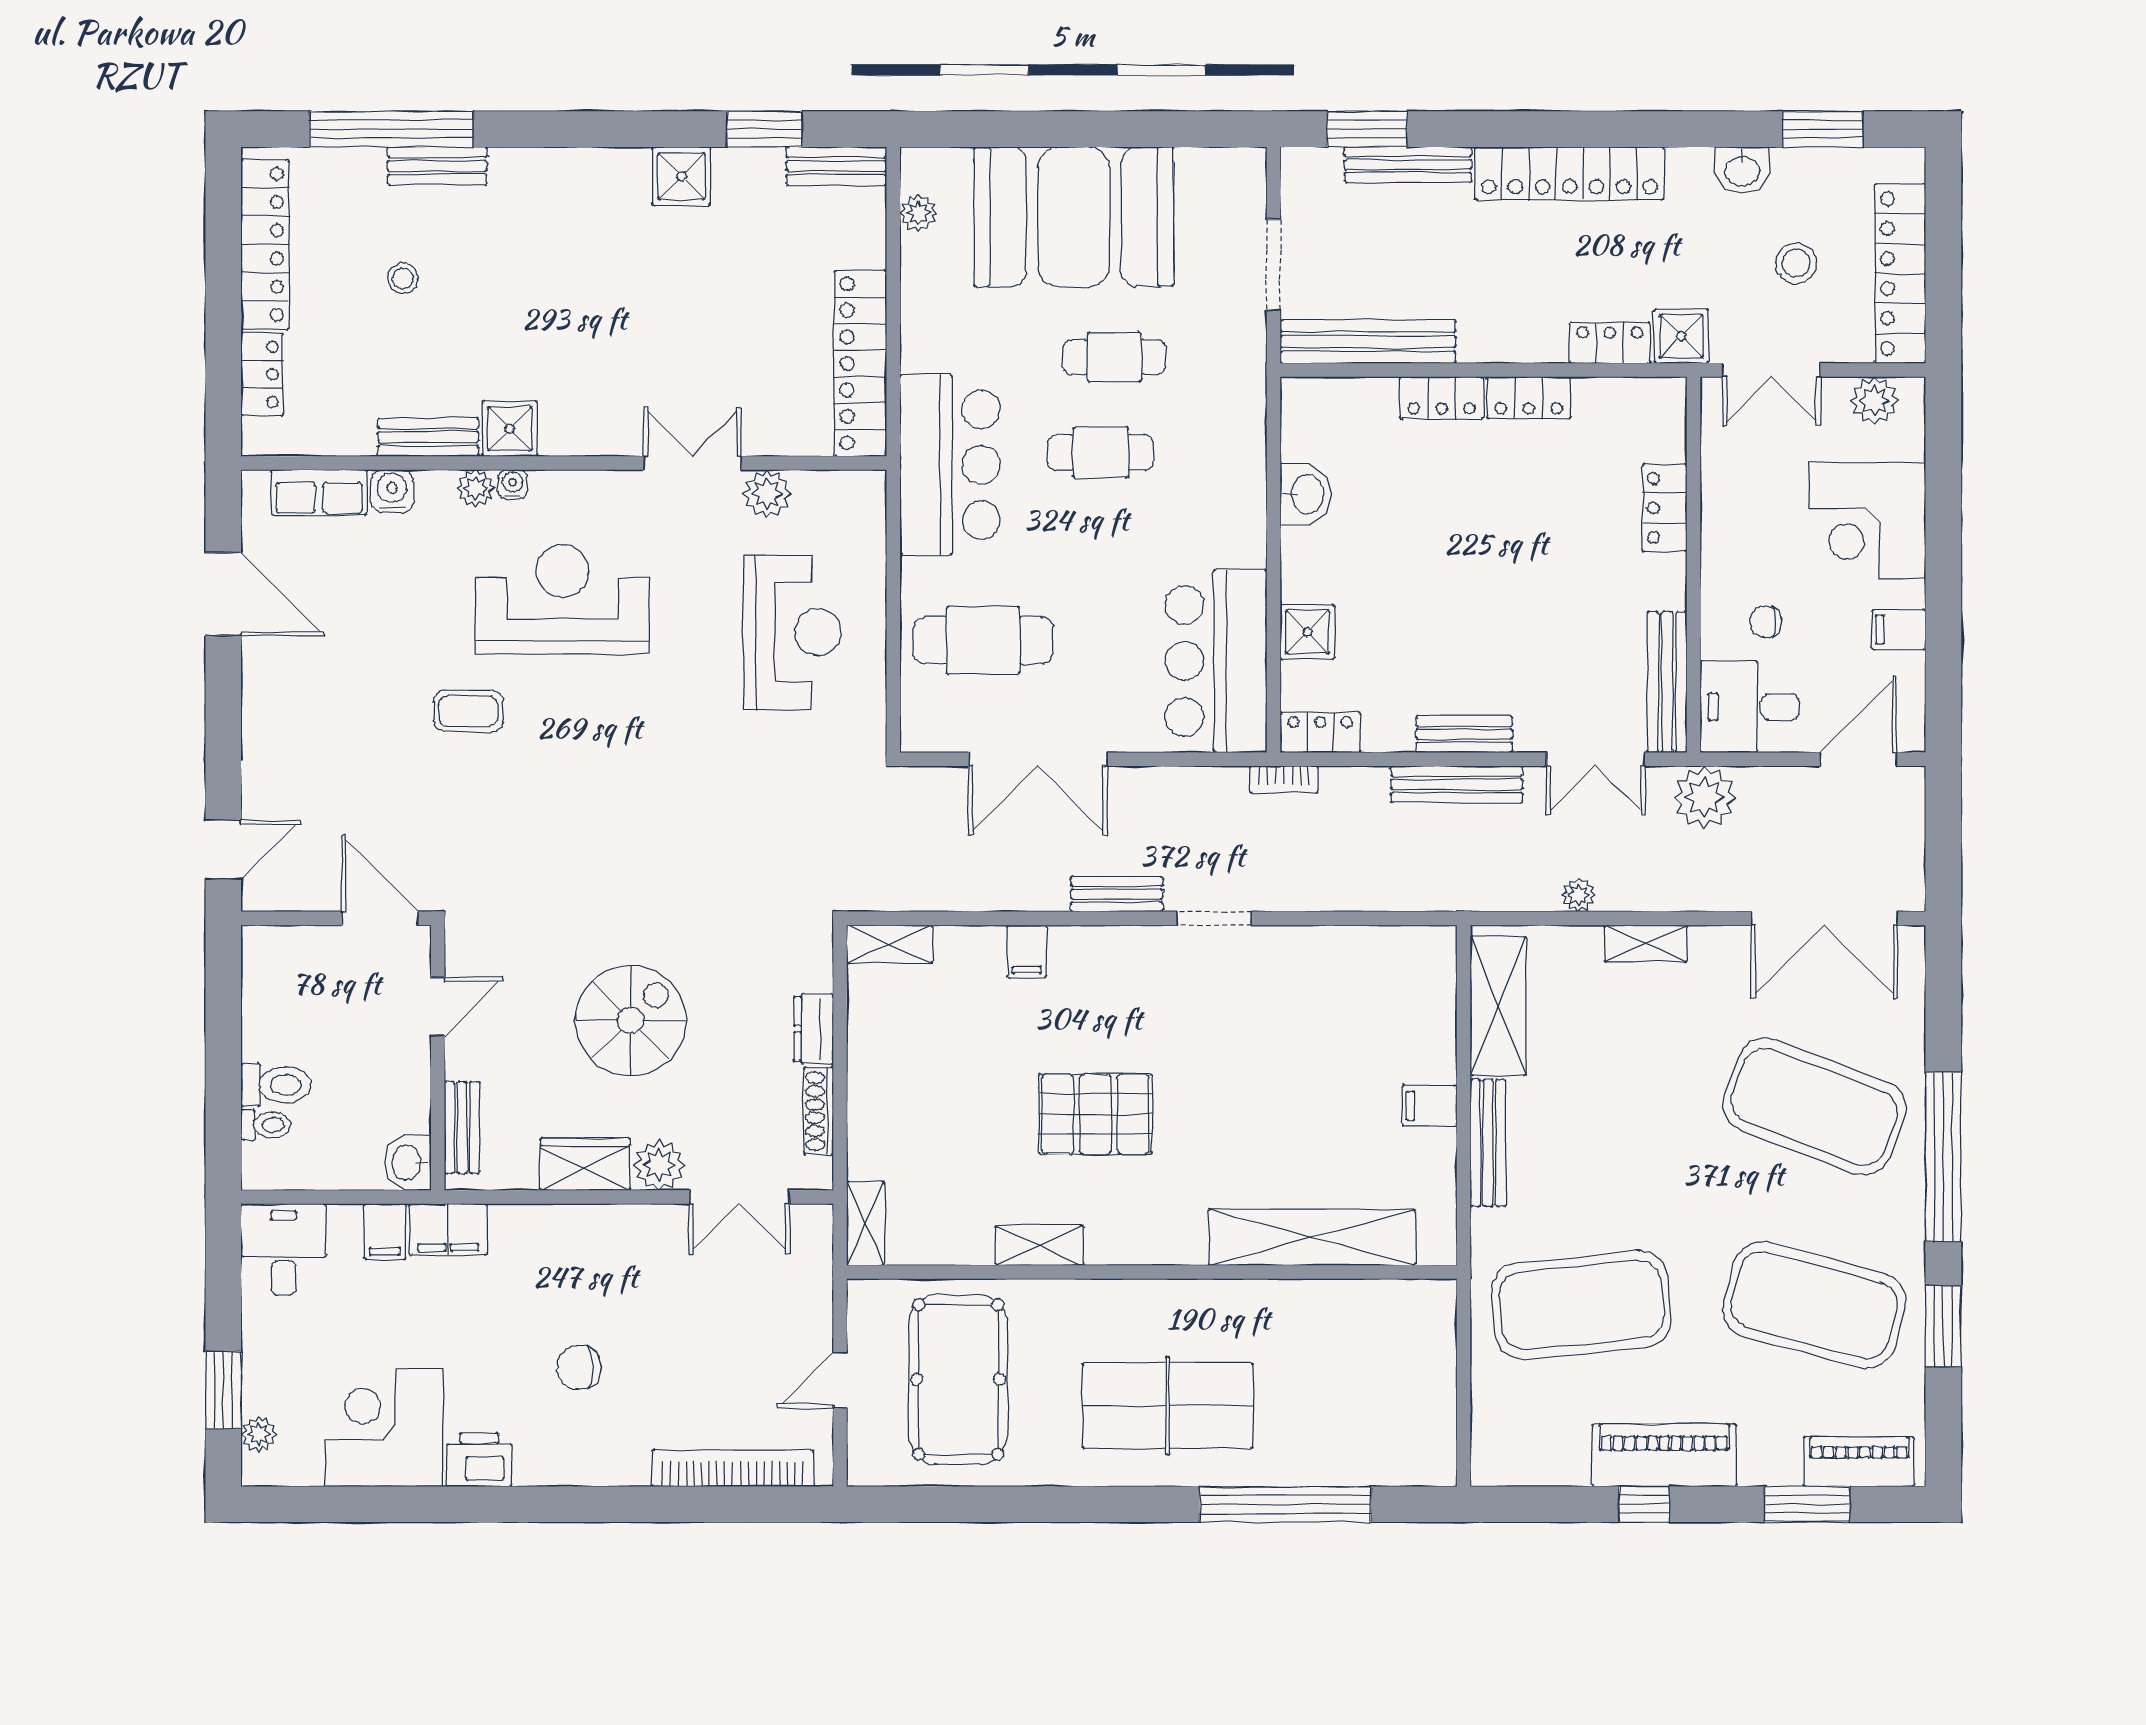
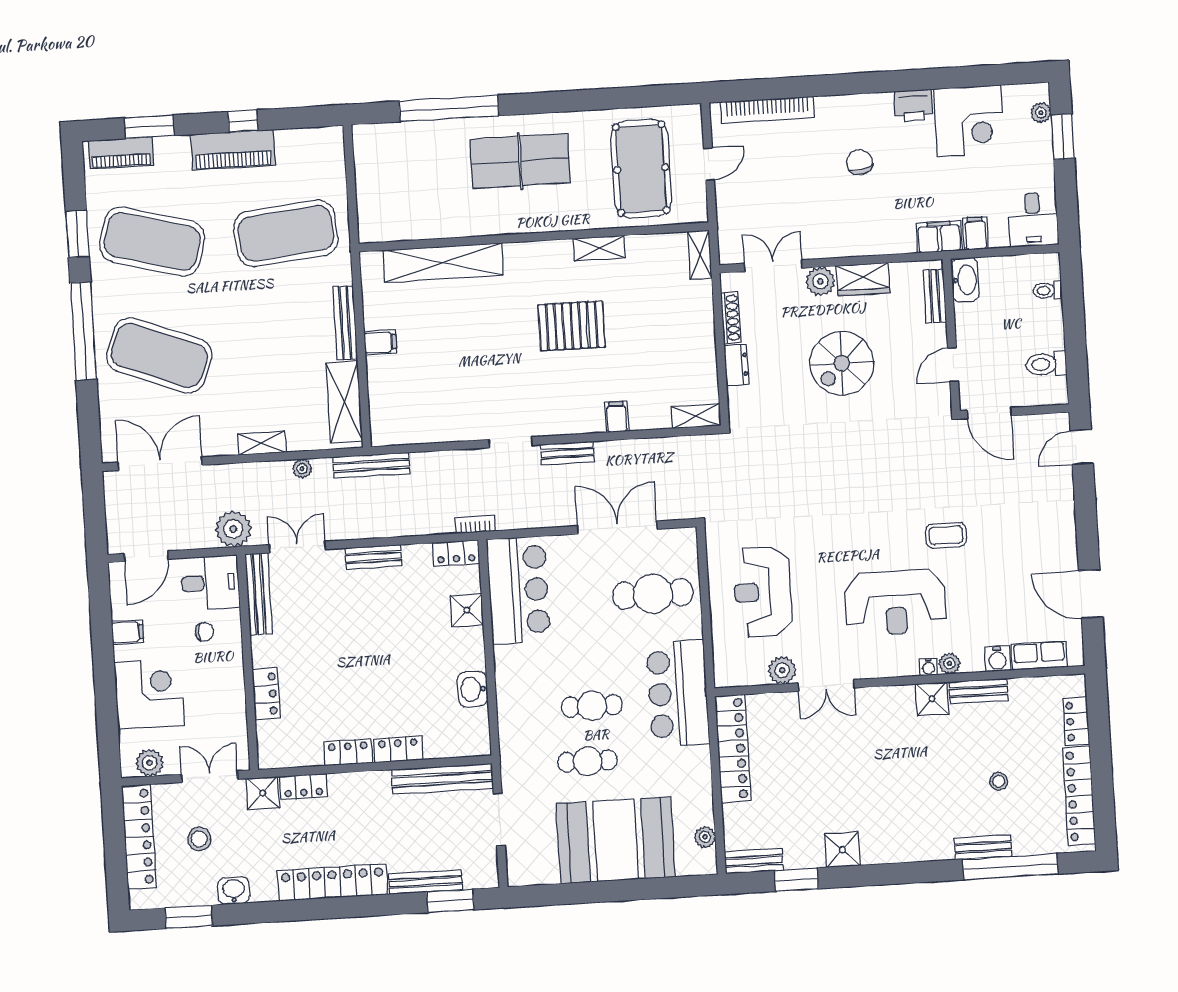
bench: (1457, 784) -> (371, 465), moved
toilet: (276, 1085) -> (1046, 364), moved
washbasin: (408, 1163) -> (965, 280), width x1.38
chair: (579, 1367) -> (859, 162), turned -101

